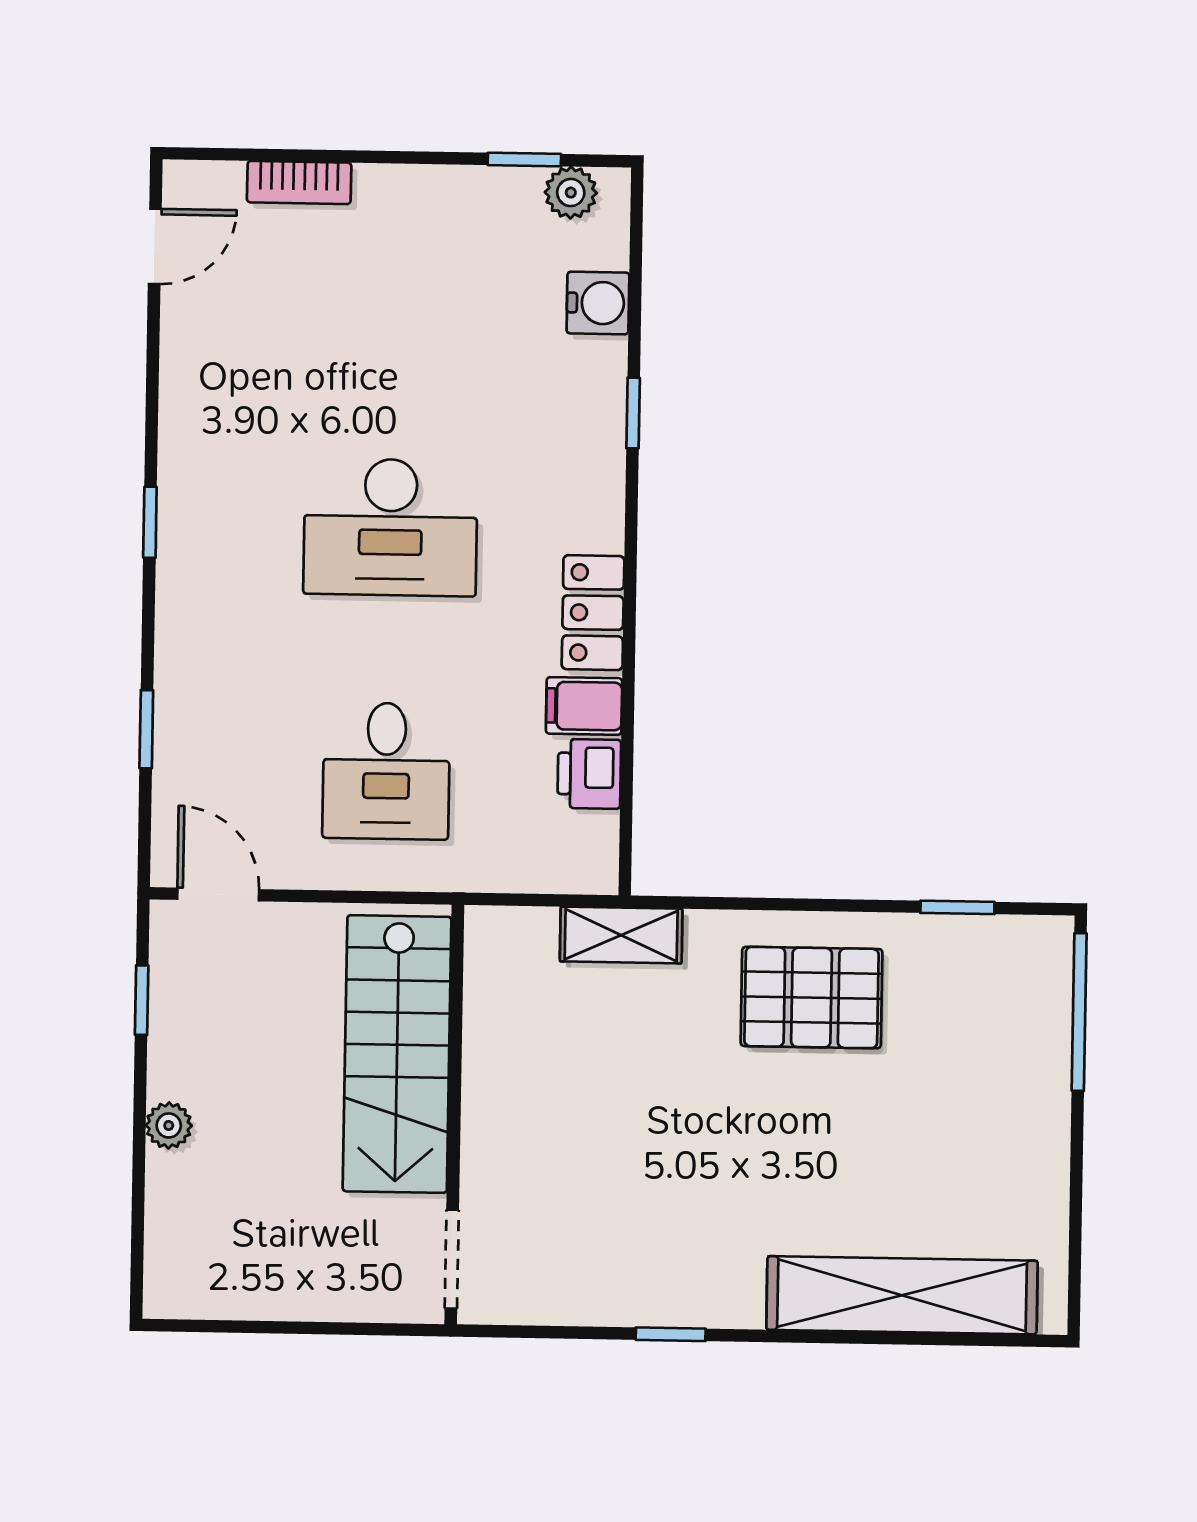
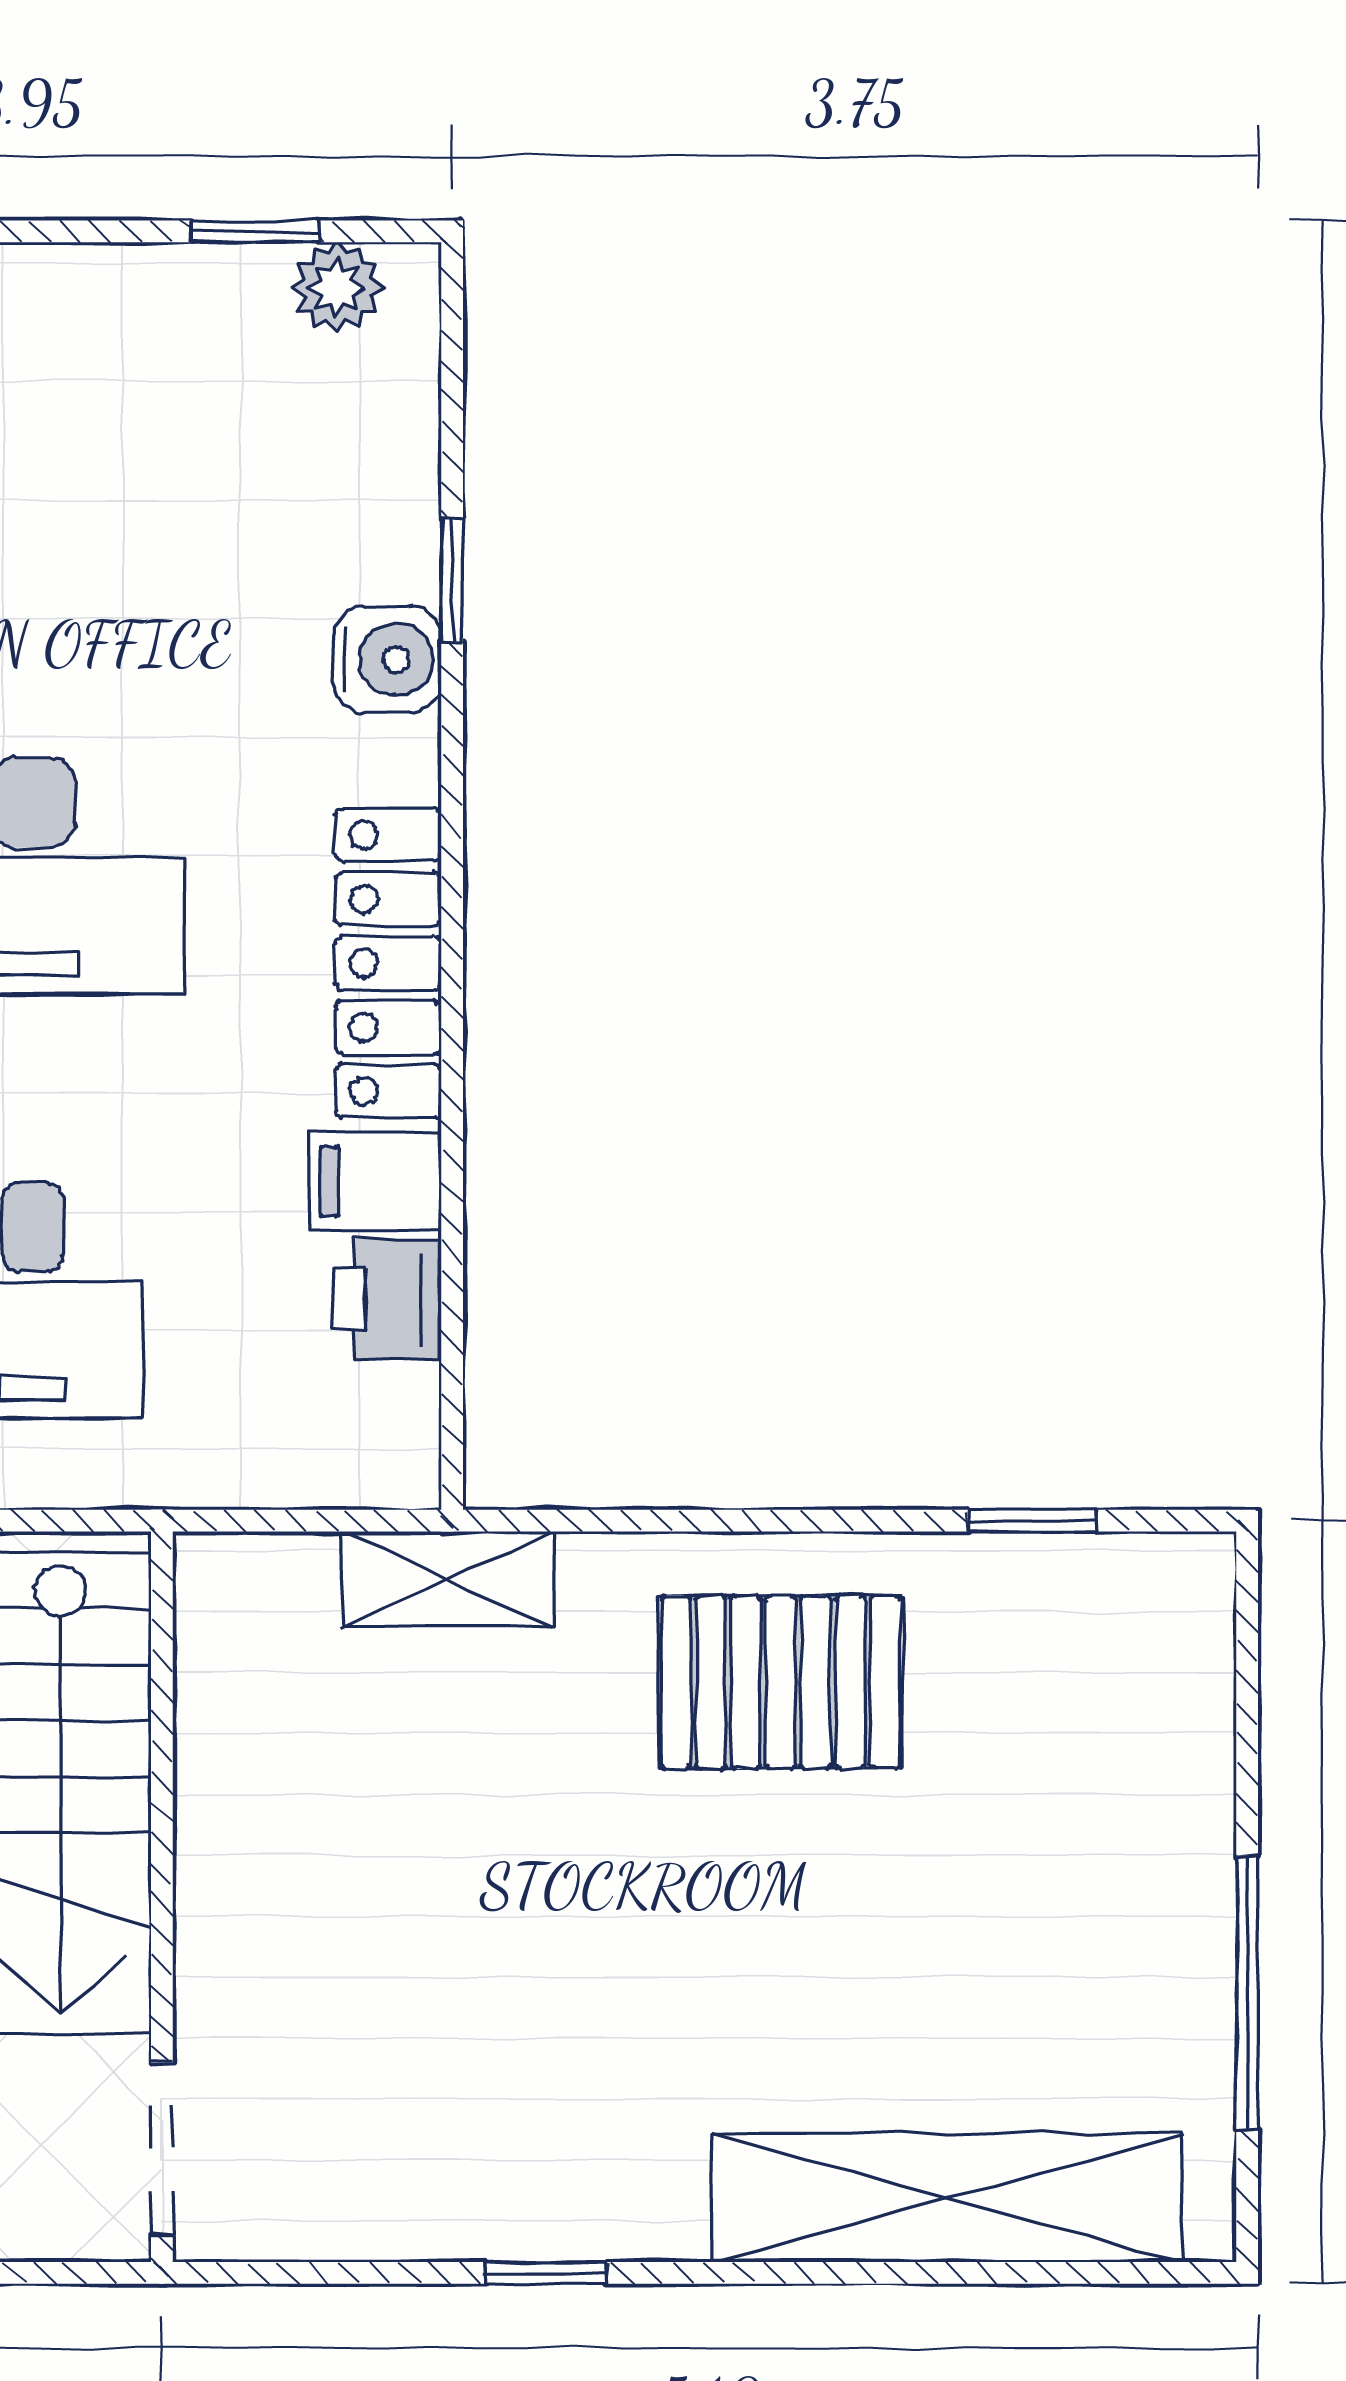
water cooler: (598, 303) -> (387, 660), moved
window: (633, 413) -> (452, 580), moved
locker: (593, 613) -> (388, 963), width x1.53
window: (1079, 1012) -> (1247, 1993), moved

